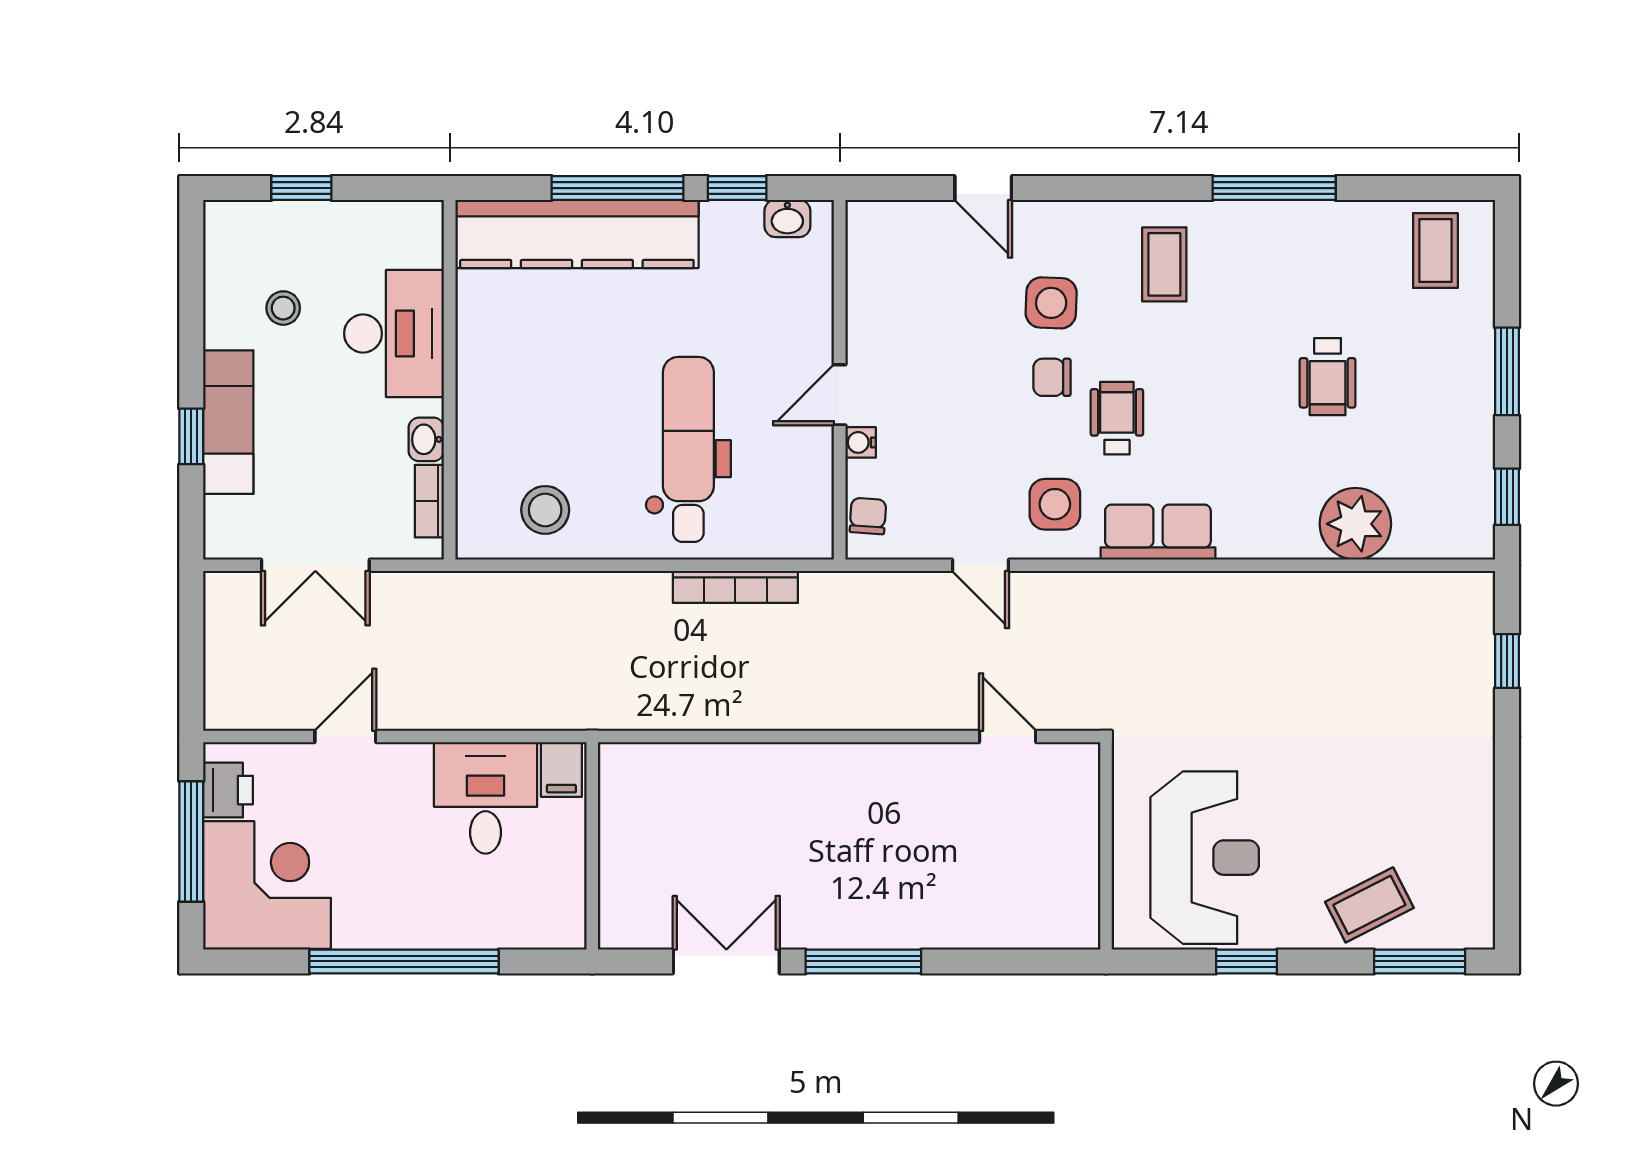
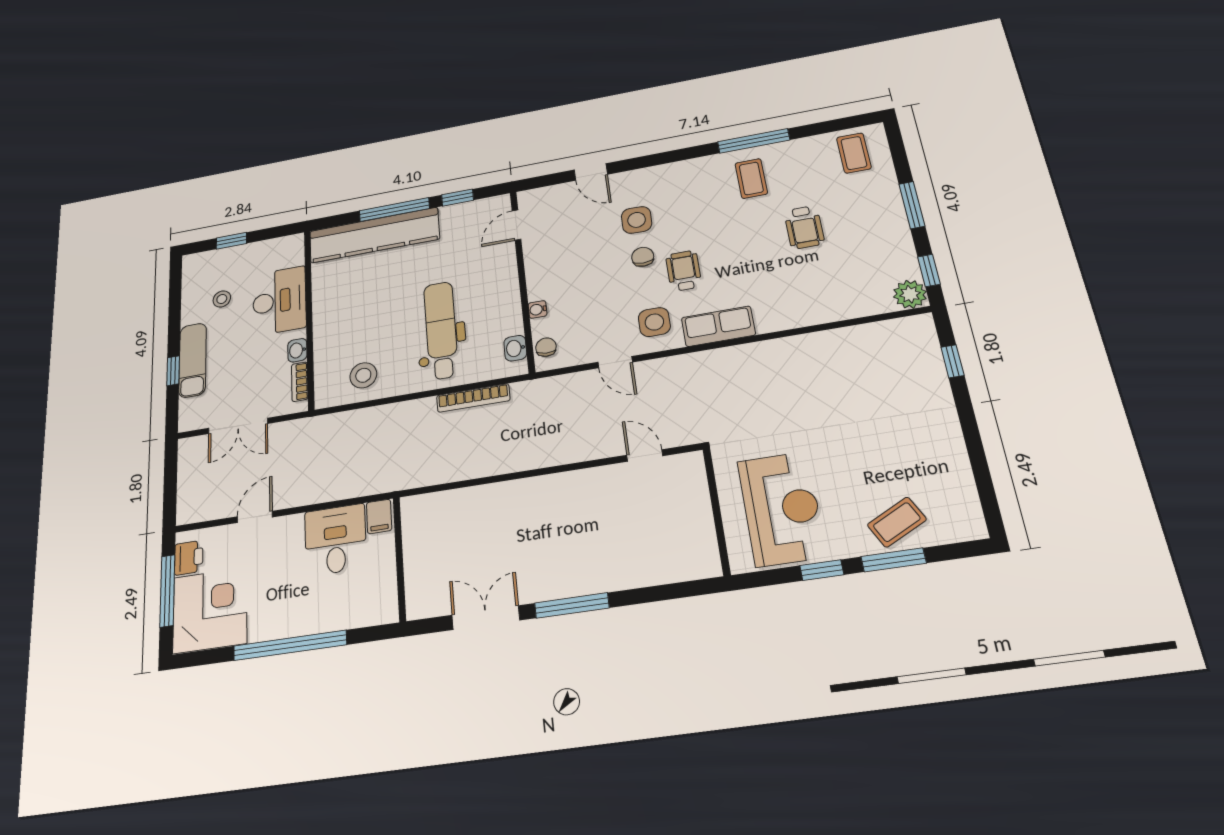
washbasin: (787, 218) -> (515, 348), moved, turned 90
coffee table: (1164, 264) -> (751, 179), moved
chair: (1052, 377) -> (643, 257), turned 90
door: (840, 395) -> (516, 225), moved
plant: (1355, 524) -> (910, 294), moved, width x0.73, depth x0.73
window: (1420, 961) -> (894, 560), moved

